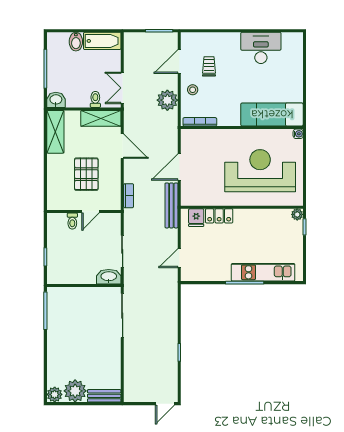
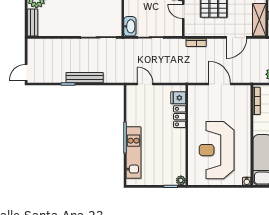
reception desk: (260, 171) -> (217, 150), turned 180
bench: (171, 205) -> (85, 78), moved
door: (165, 404) -> (26, 72), hinge flipped

